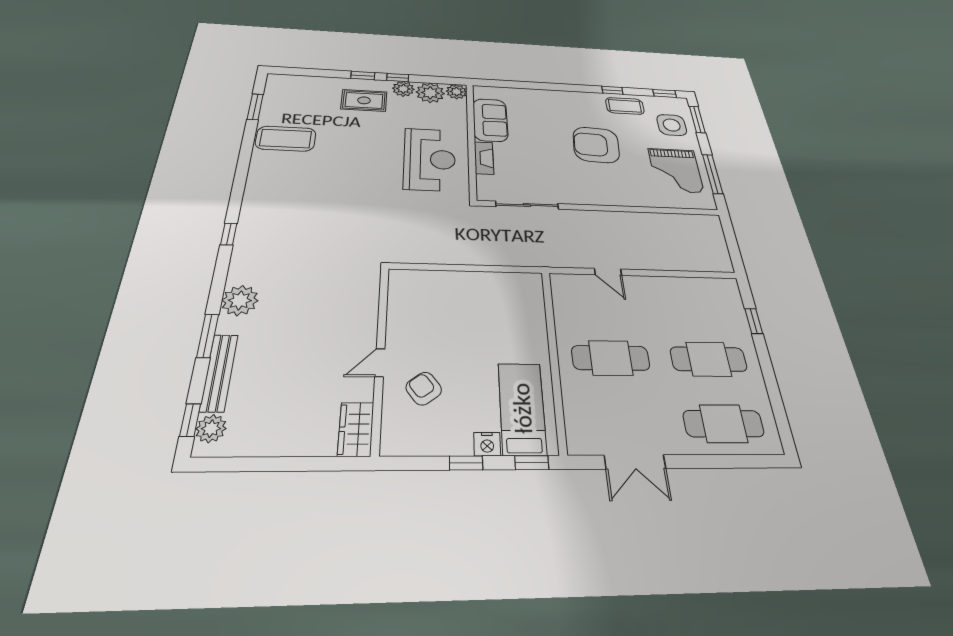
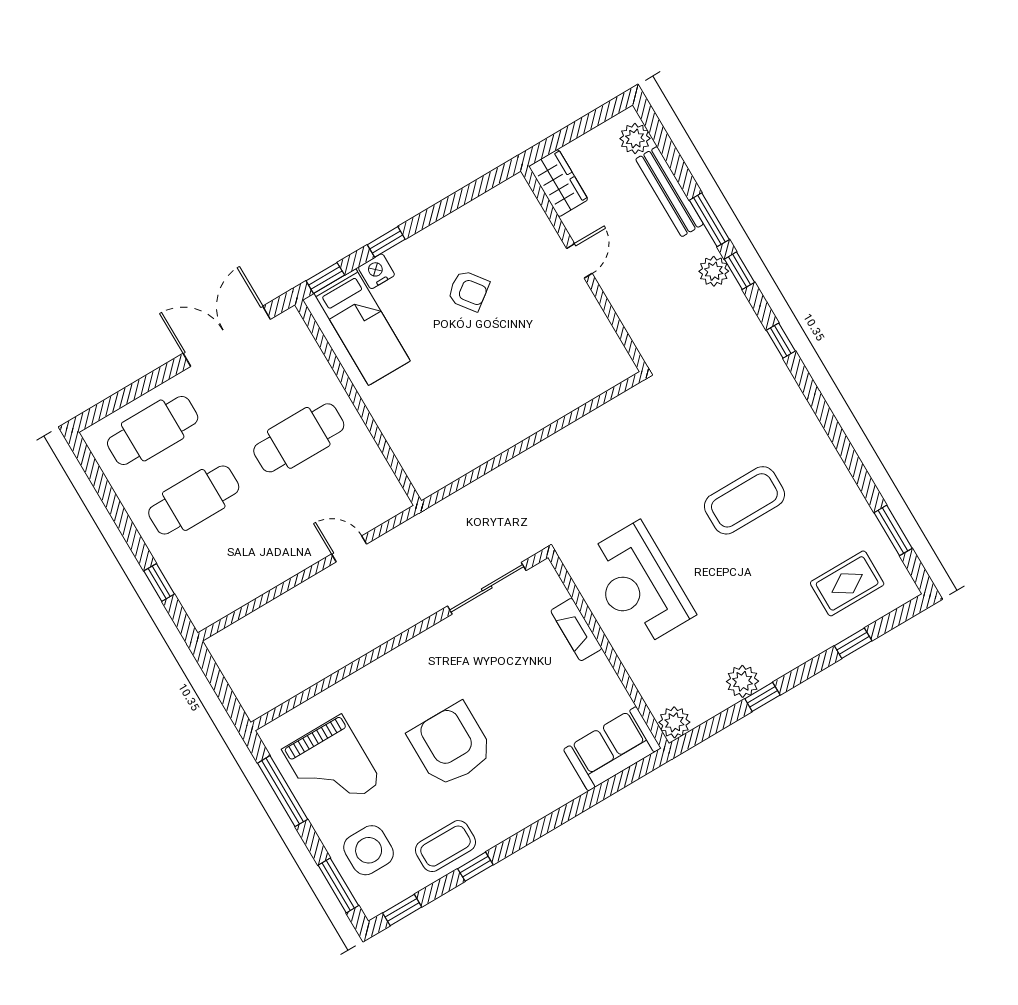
window: (363, 75) -> (853, 643), moved
plant: (430, 93) -> (705, 697), removed
rug: (364, 100) -> (847, 583), moved
sofa: (490, 120) -> (612, 749), moved, turned 90
coffee table: (286, 139) -> (744, 500), moved
armchair: (596, 145) -> (451, 745), turned -93
grand piano: (676, 170) -> (332, 766), turned 180
plant: (240, 300) -> (714, 271), width x0.73, depth x0.73
wall: (380, 355) -> (584, 269), moved
door: (380, 363) -> (579, 261), moved
window: (190, 420) -> (739, 271), moved
wardrobe: (356, 429) -> (558, 183), moved
double door: (635, 462) -> (227, 336), width x1.37

